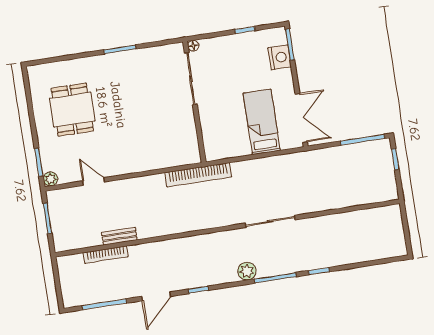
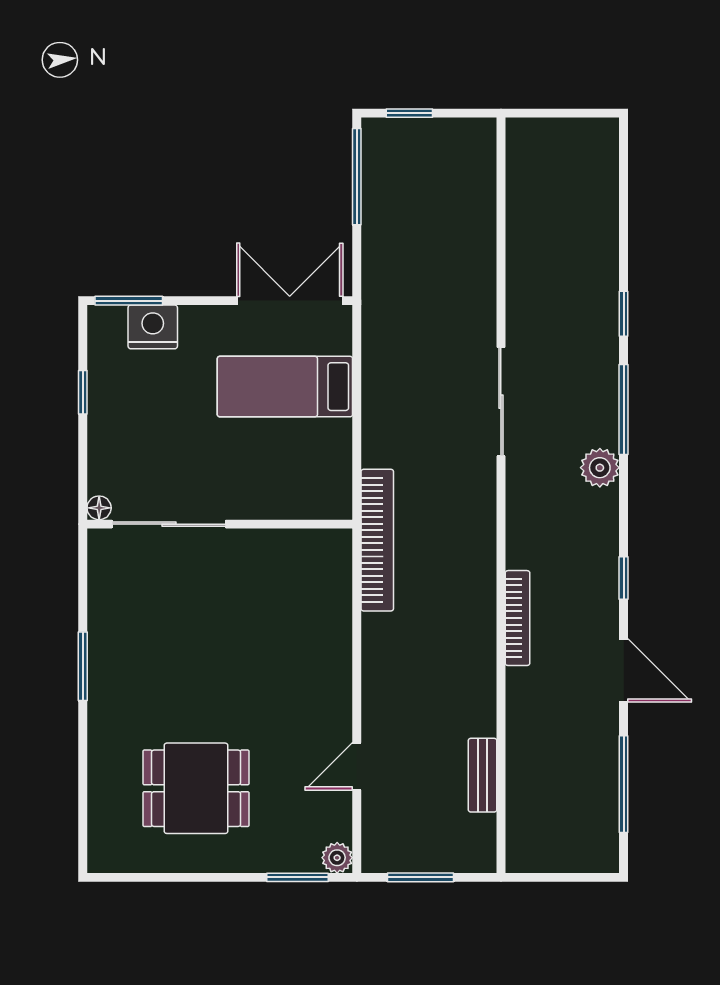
bench: (119, 236) -> (483, 775), moved
bookcase: (106, 255) -> (517, 618), moved

